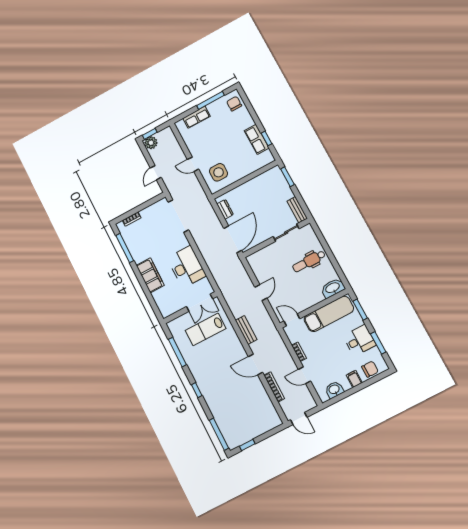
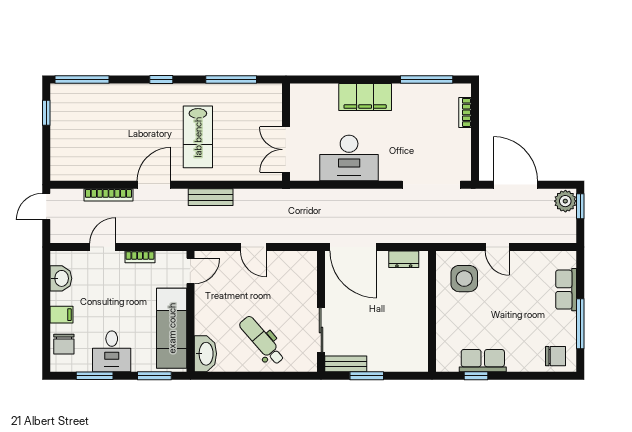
door: (193, 164) -> (497, 247), swing flipped
door: (156, 173) -> (515, 185), width x1.88
window: (287, 177) -> (367, 376), moved
dental chair: (309, 261) -> (262, 340), turned -41
lab bench: (206, 329) -> (198, 137), moved, turned 180

